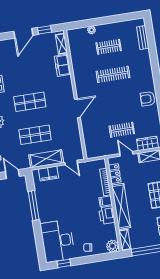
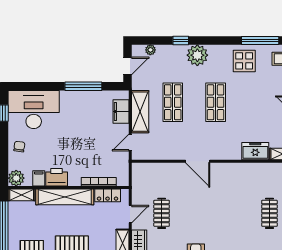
clothes rail: (113, 74) -> (234, 213), removed
filing cabinet: (106, 201) -> (39, 178), moved

